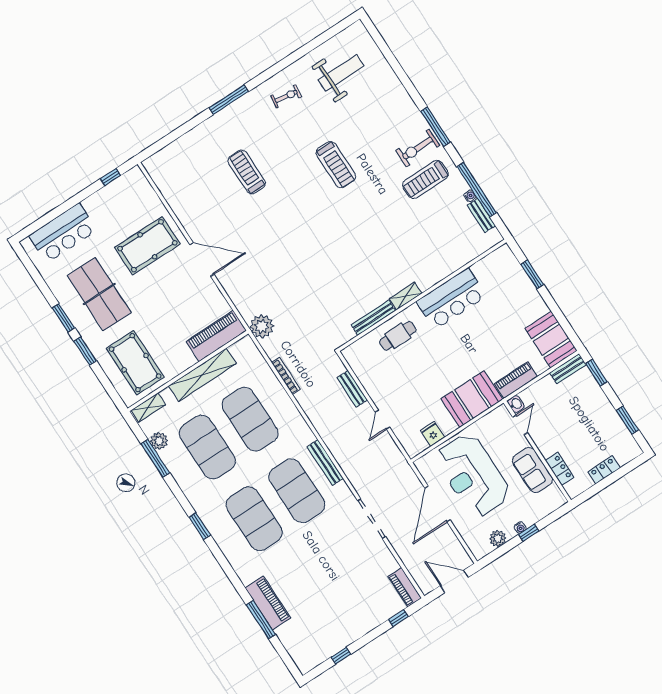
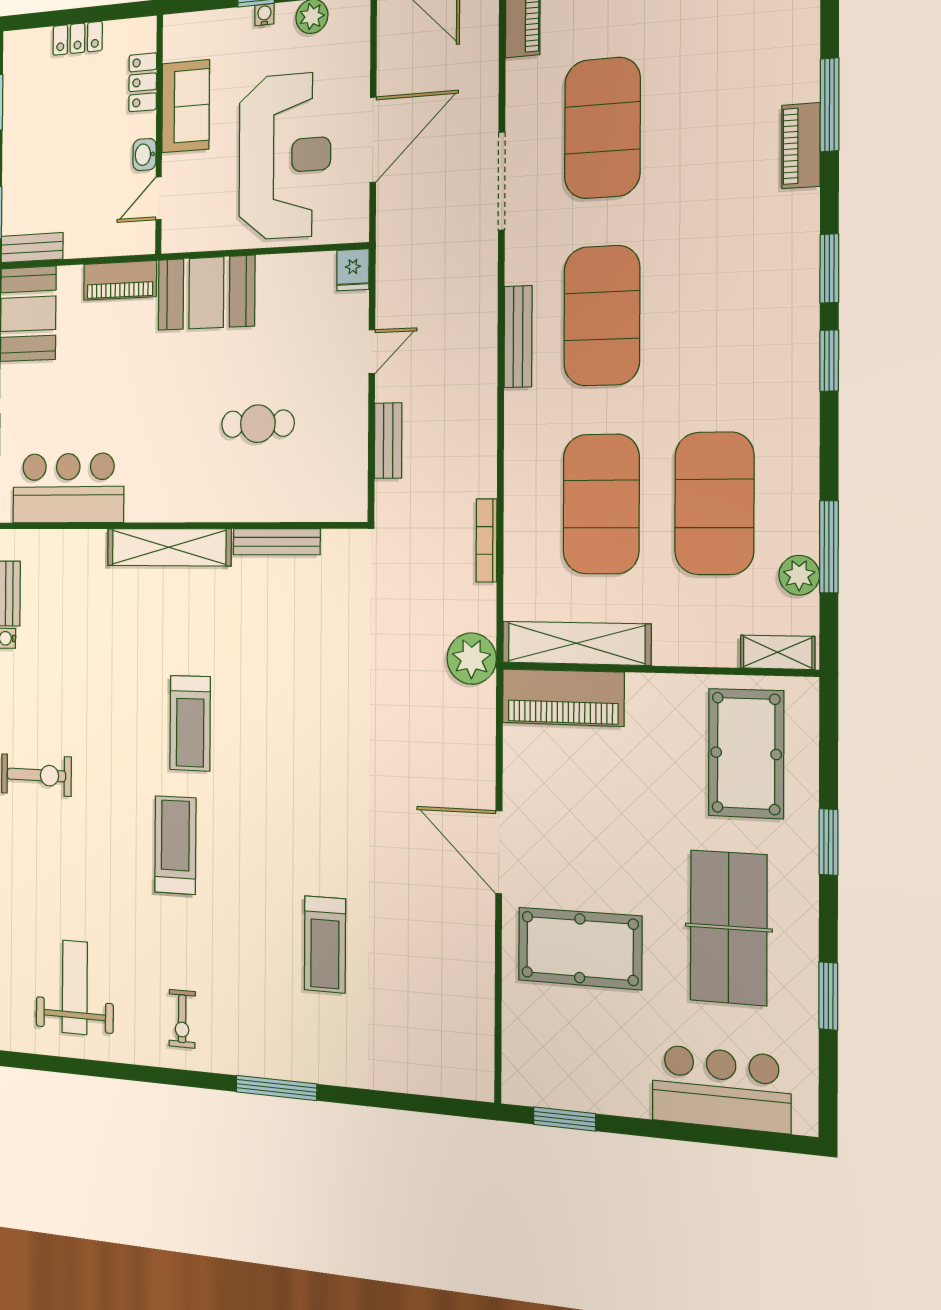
weight bench: (341, 73) -> (75, 987), turned 90
exercise bike: (286, 96) -> (182, 1019), turned -99
window: (111, 177) -> (564, 1119), width x1.50
treadmill: (425, 179) -> (190, 723), moved, turned 90
shelving: (406, 296) -> (169, 547), width x2.20, depth x1.33
bar counter: (451, 299) -> (68, 488), moved
window: (63, 318) -> (828, 996), moved
cafe table: (398, 336) -> (258, 424), moved
shelving: (202, 375) -> (576, 643), moved
washbasin: (516, 404) -> (144, 155), moved
fridge: (432, 434) -> (353, 270), moved
exercise mat: (254, 519) -> (602, 128), moved
window: (222, 560) -> (829, 269), added
piano: (268, 603) -> (801, 146), width x0.73, depth x0.75

